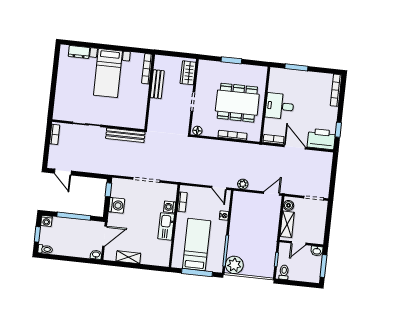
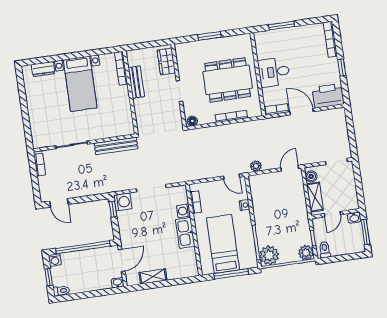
window: (338, 130) -> (342, 67), moved
washing machine: (117, 205) -> (123, 202), moved
window: (74, 216) -> (83, 247), width x1.46
plant: (267, 271) -> (306, 253), added

